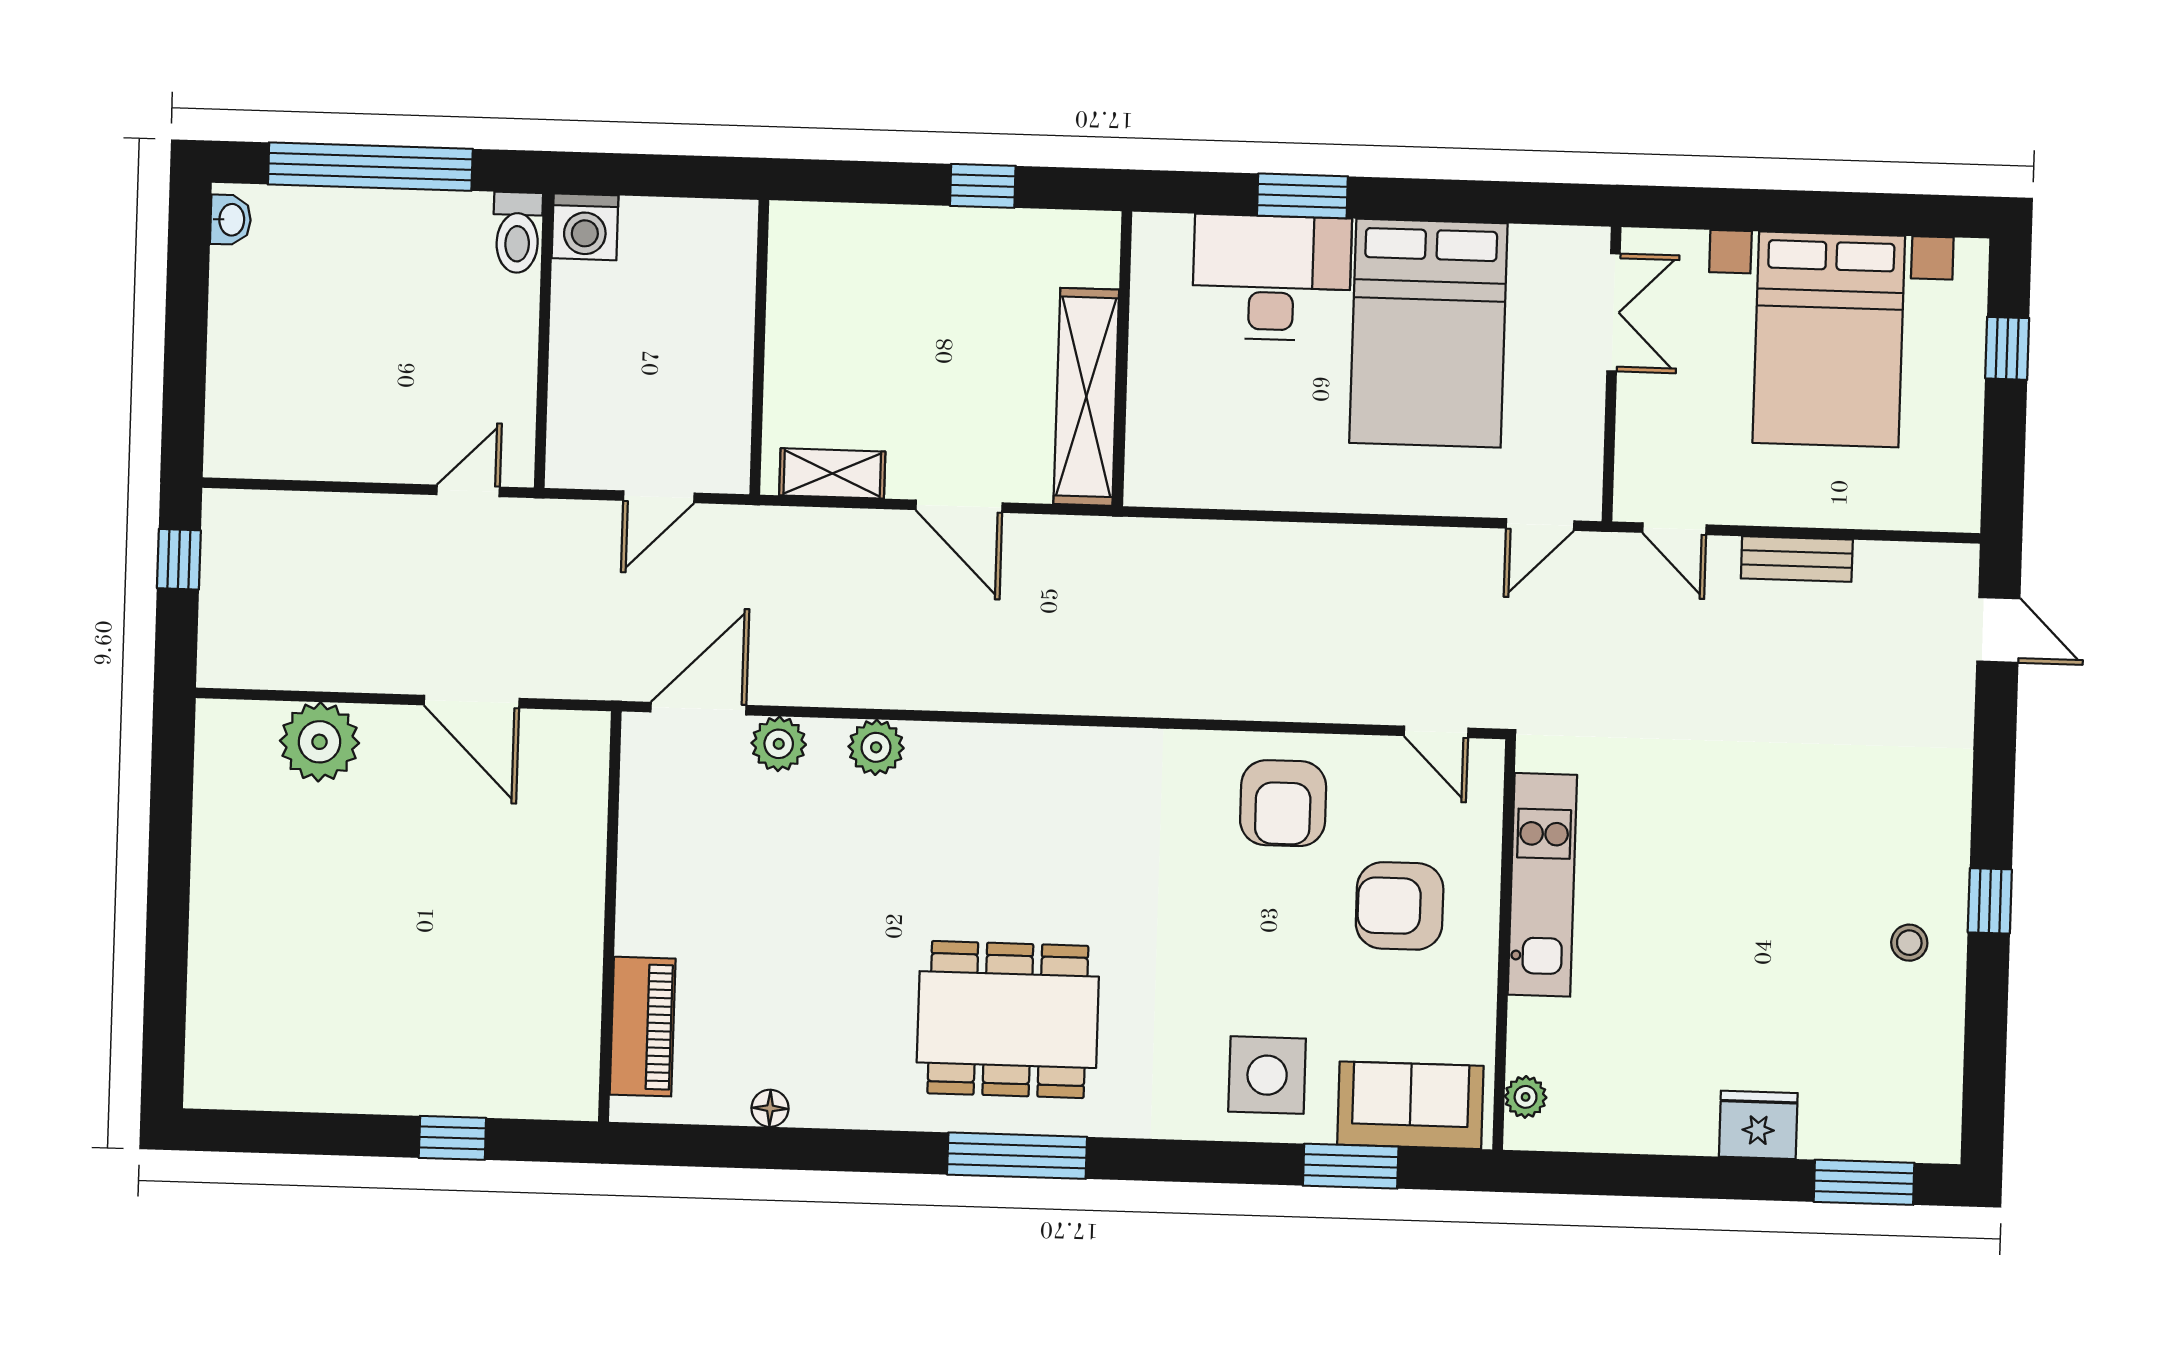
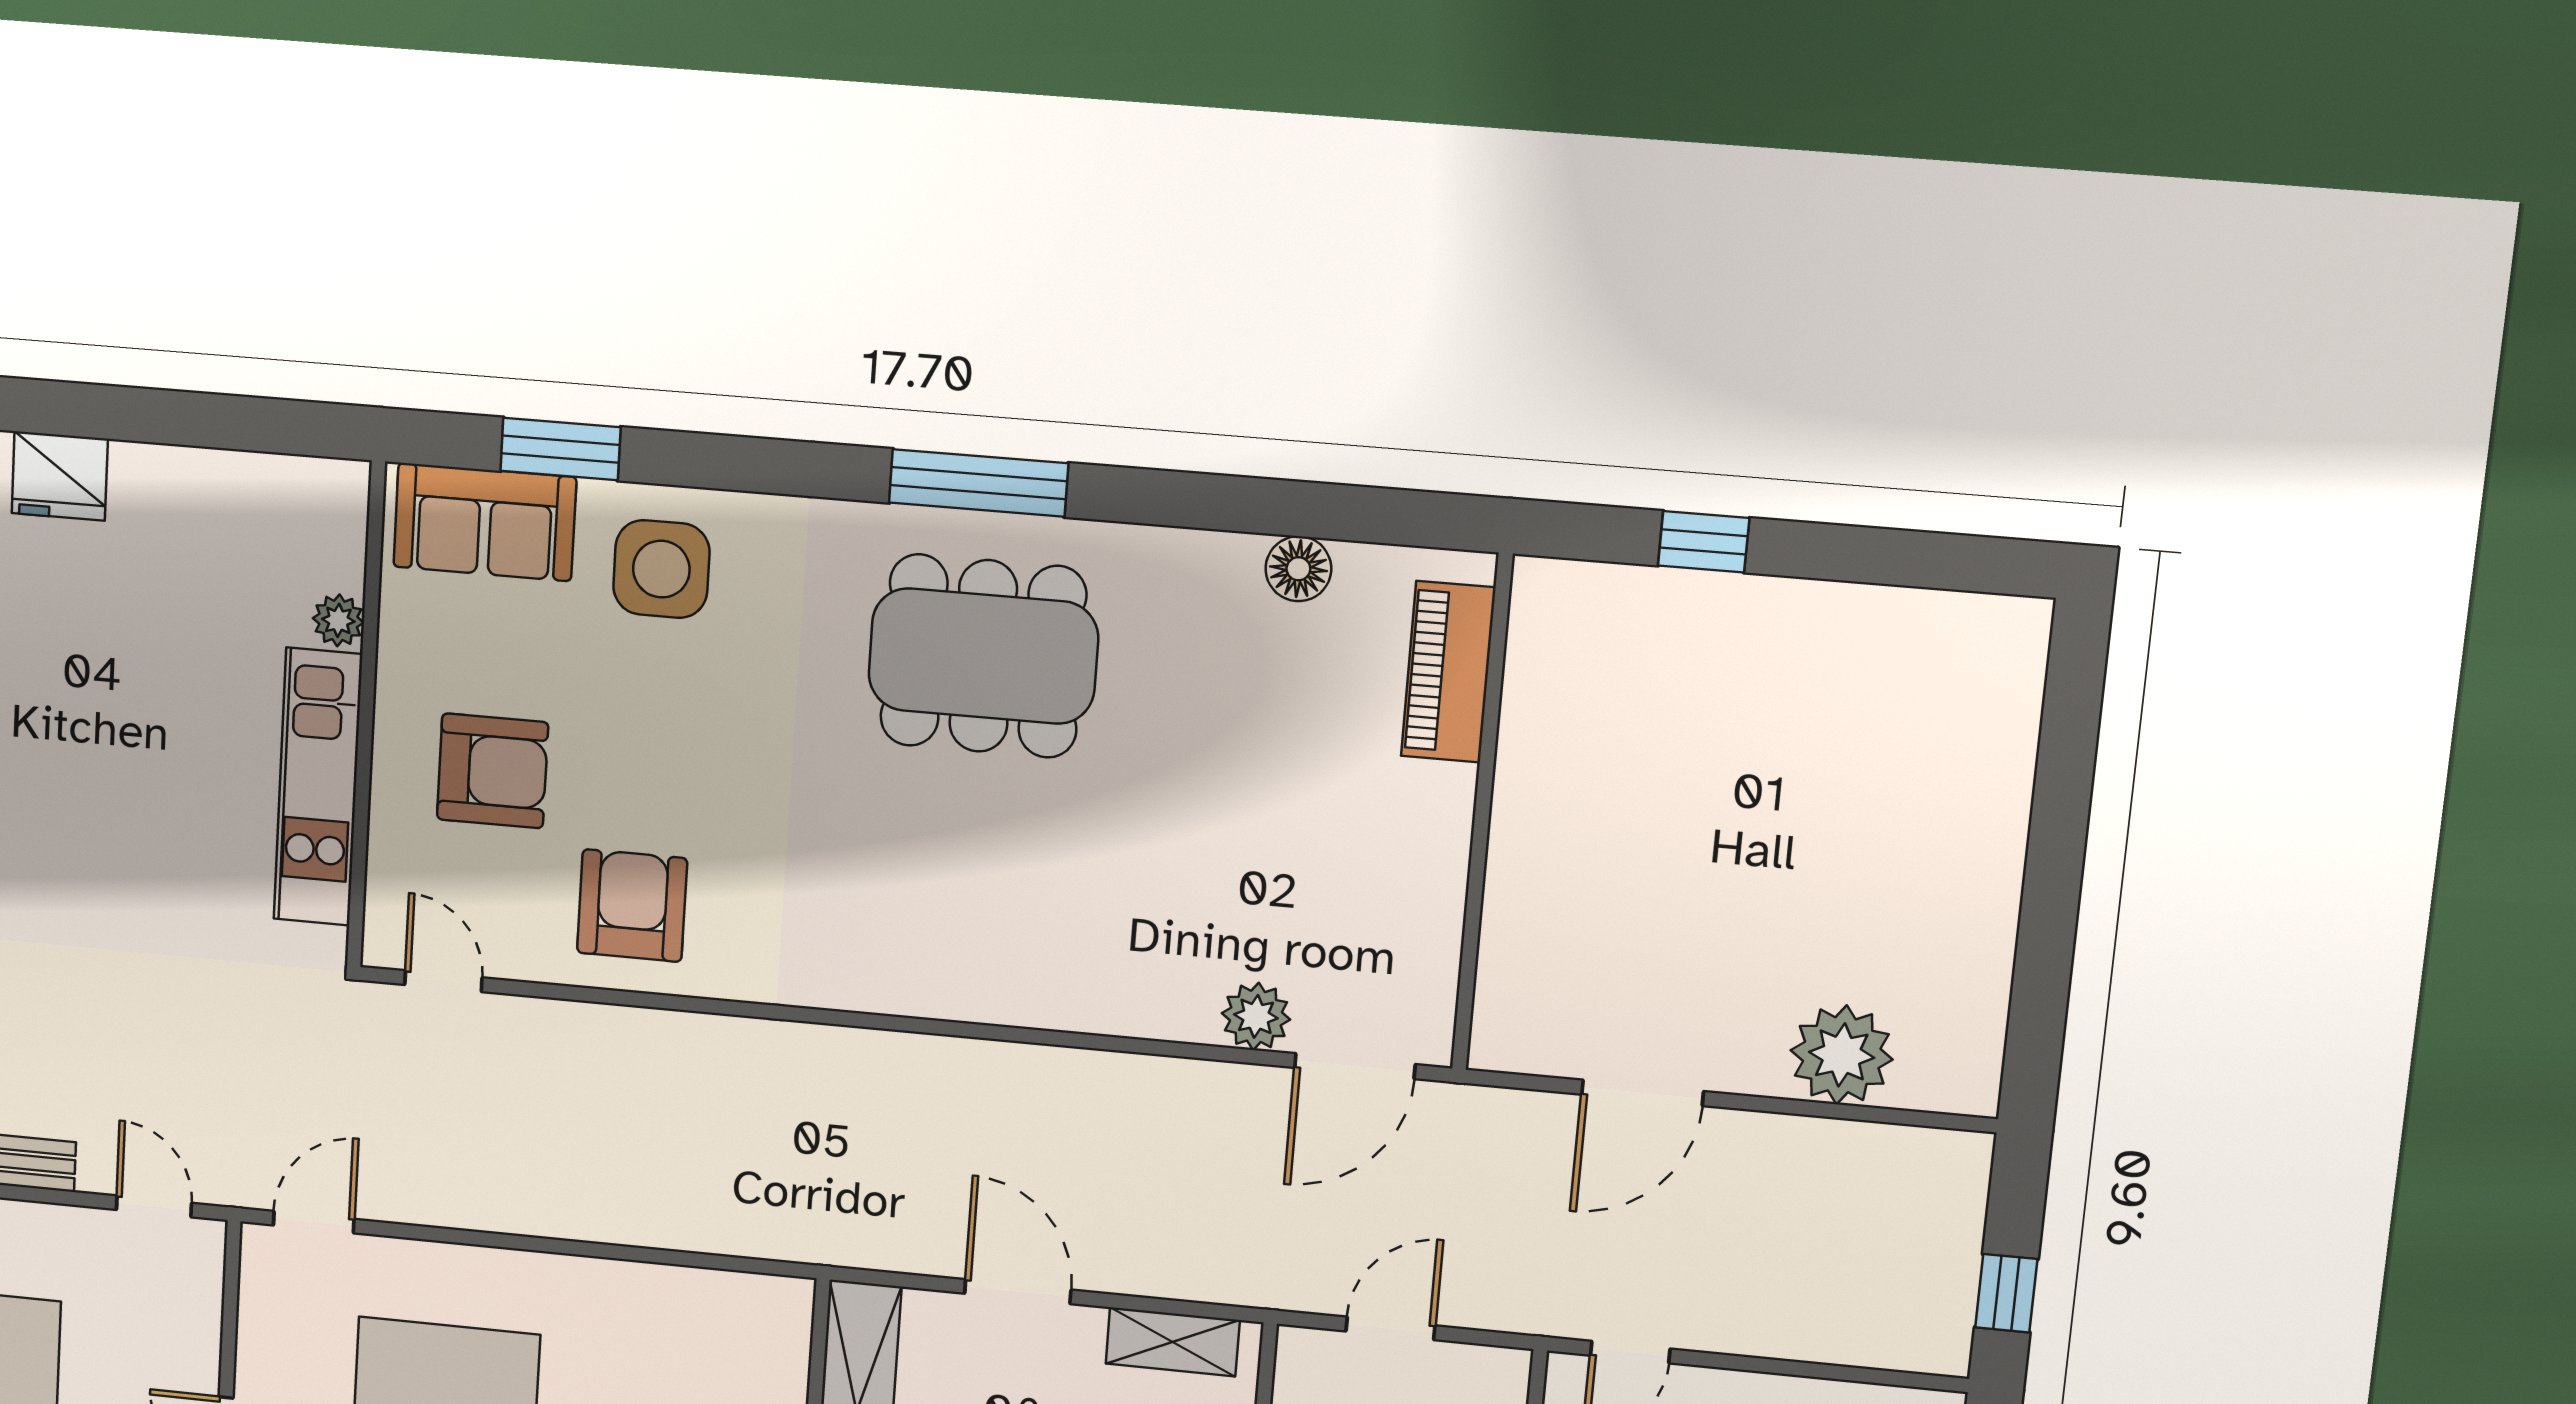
door: (472, 702) -> (1643, 1093), swing flipped
plant: (876, 747) -> (1134, 1005), removed
plant: (1526, 1097) -> (338, 620), moved
floor lamp: (770, 1108) -> (1298, 569), width x1.37, depth x1.37

